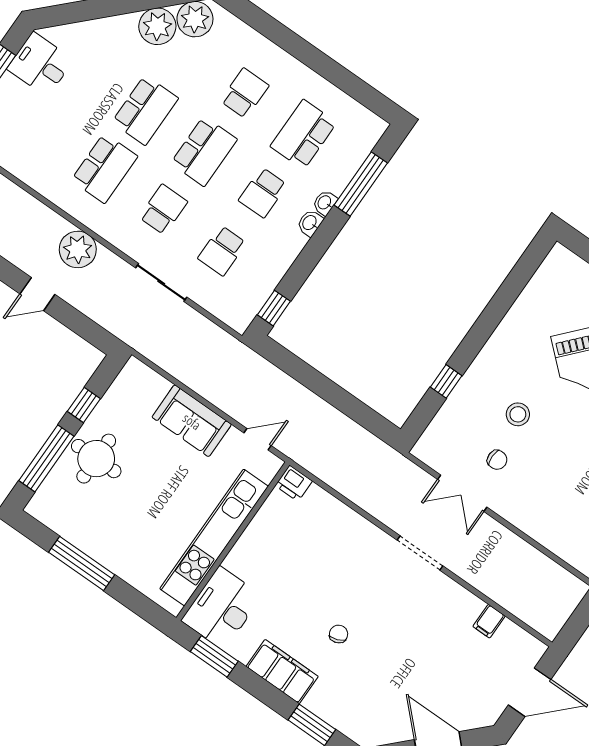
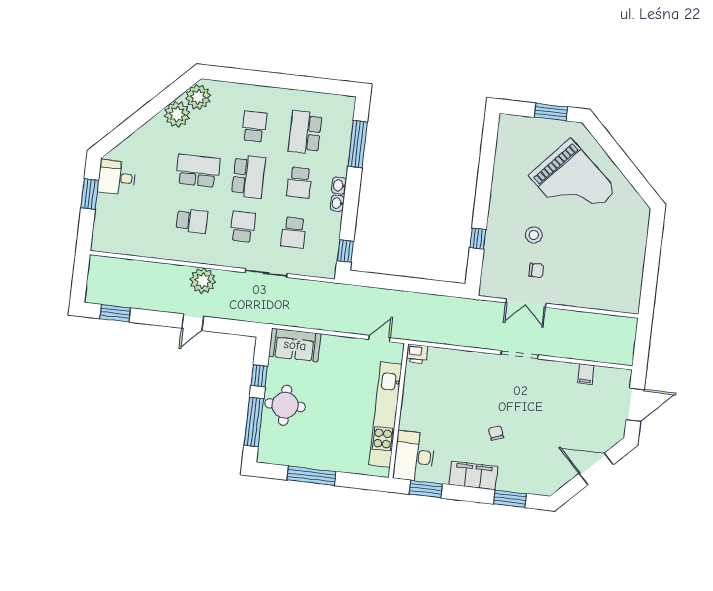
school desk: (145, 110) -> (198, 171), turned -90
school desk: (104, 168) -> (192, 221), width x0.54
washbasin: (325, 203) -> (337, 203), moved
sofa: (192, 421) -> (295, 345), moved

